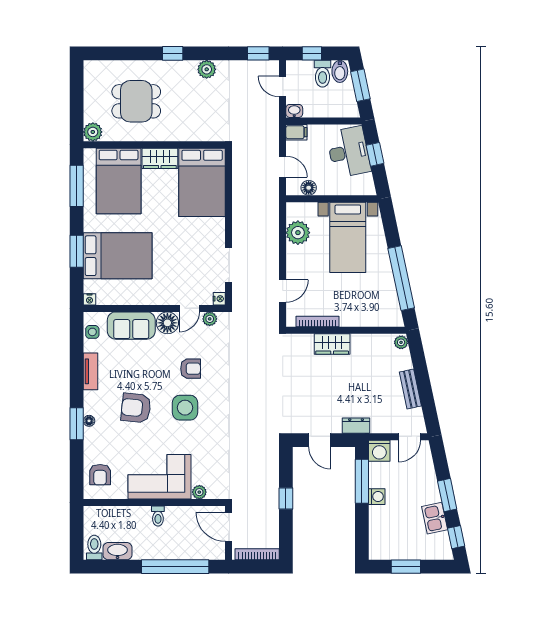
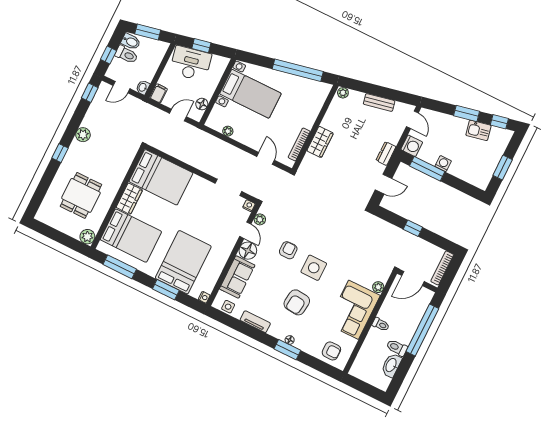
plant: (298, 233) -> (228, 131), width x0.53, depth x0.53
toilet: (94, 547) -> (397, 348), moved

